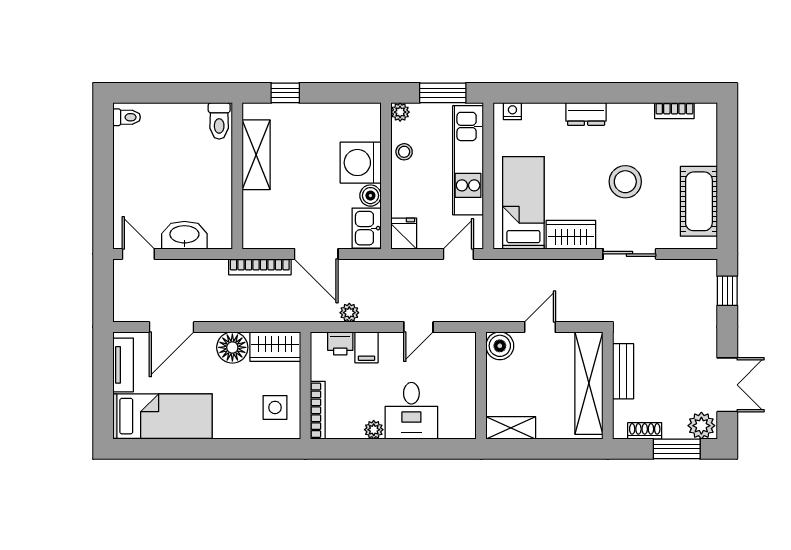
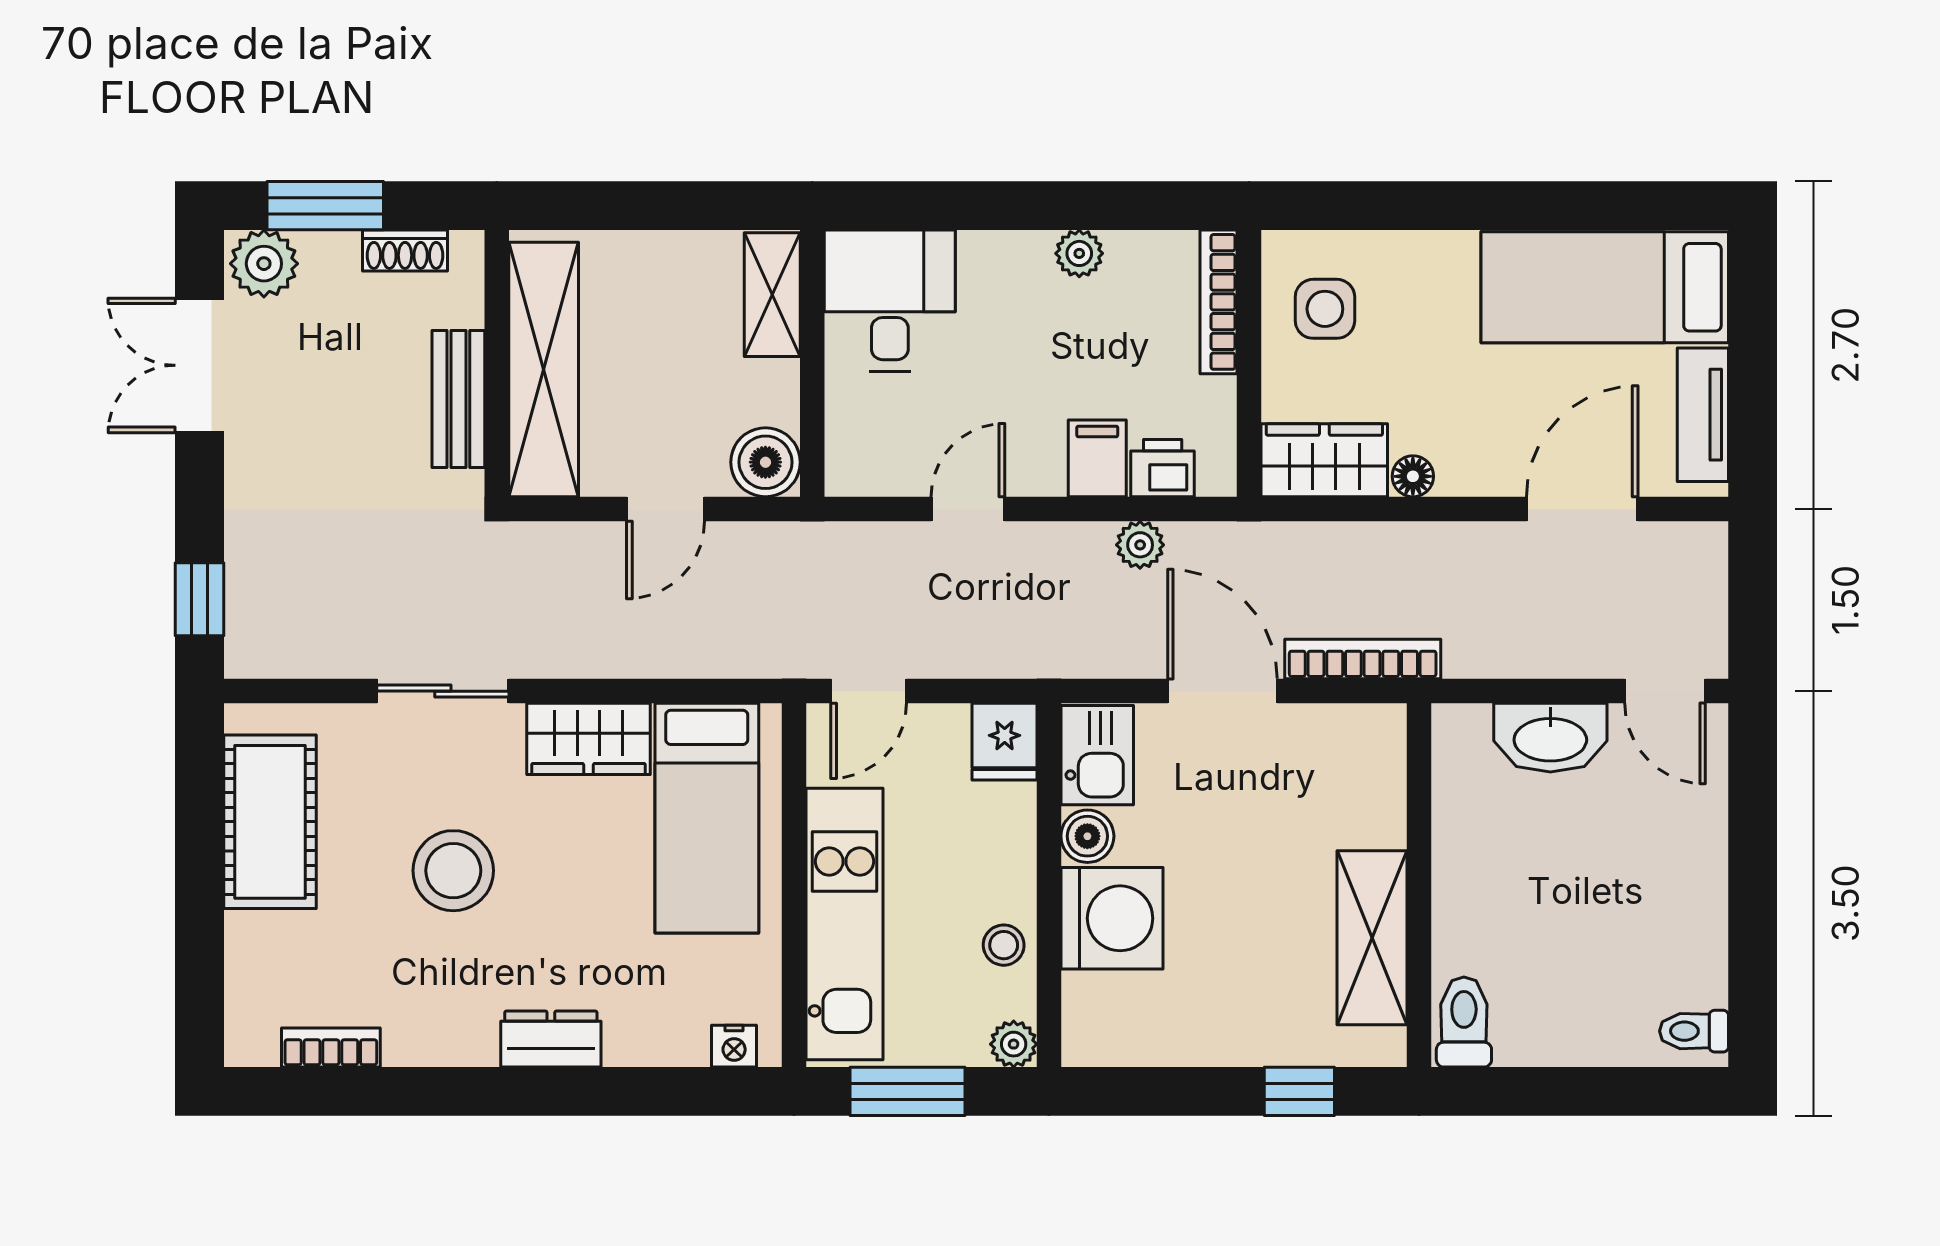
floor lamp: (232, 347) -> (1413, 476), width x0.53, depth x0.53
desk: (411, 411) -> (890, 300), moved
shelving: (511, 428) -> (772, 295), moved, turned 90

